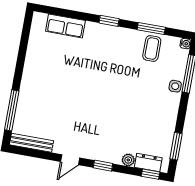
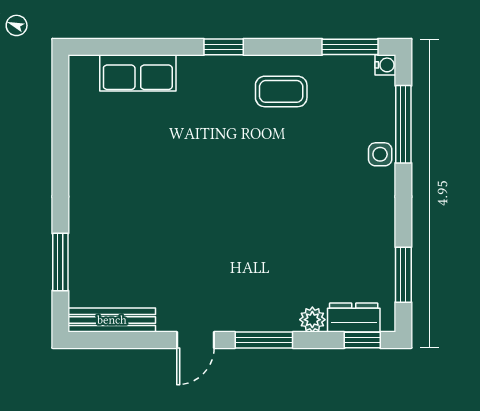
window: (151, 28) -> (350, 47), moved
coffee table: (152, 49) -> (281, 91), moved, turned 90
window: (12, 110) -> (60, 262), width x0.69
window: (103, 166) -> (264, 340), width x1.50

